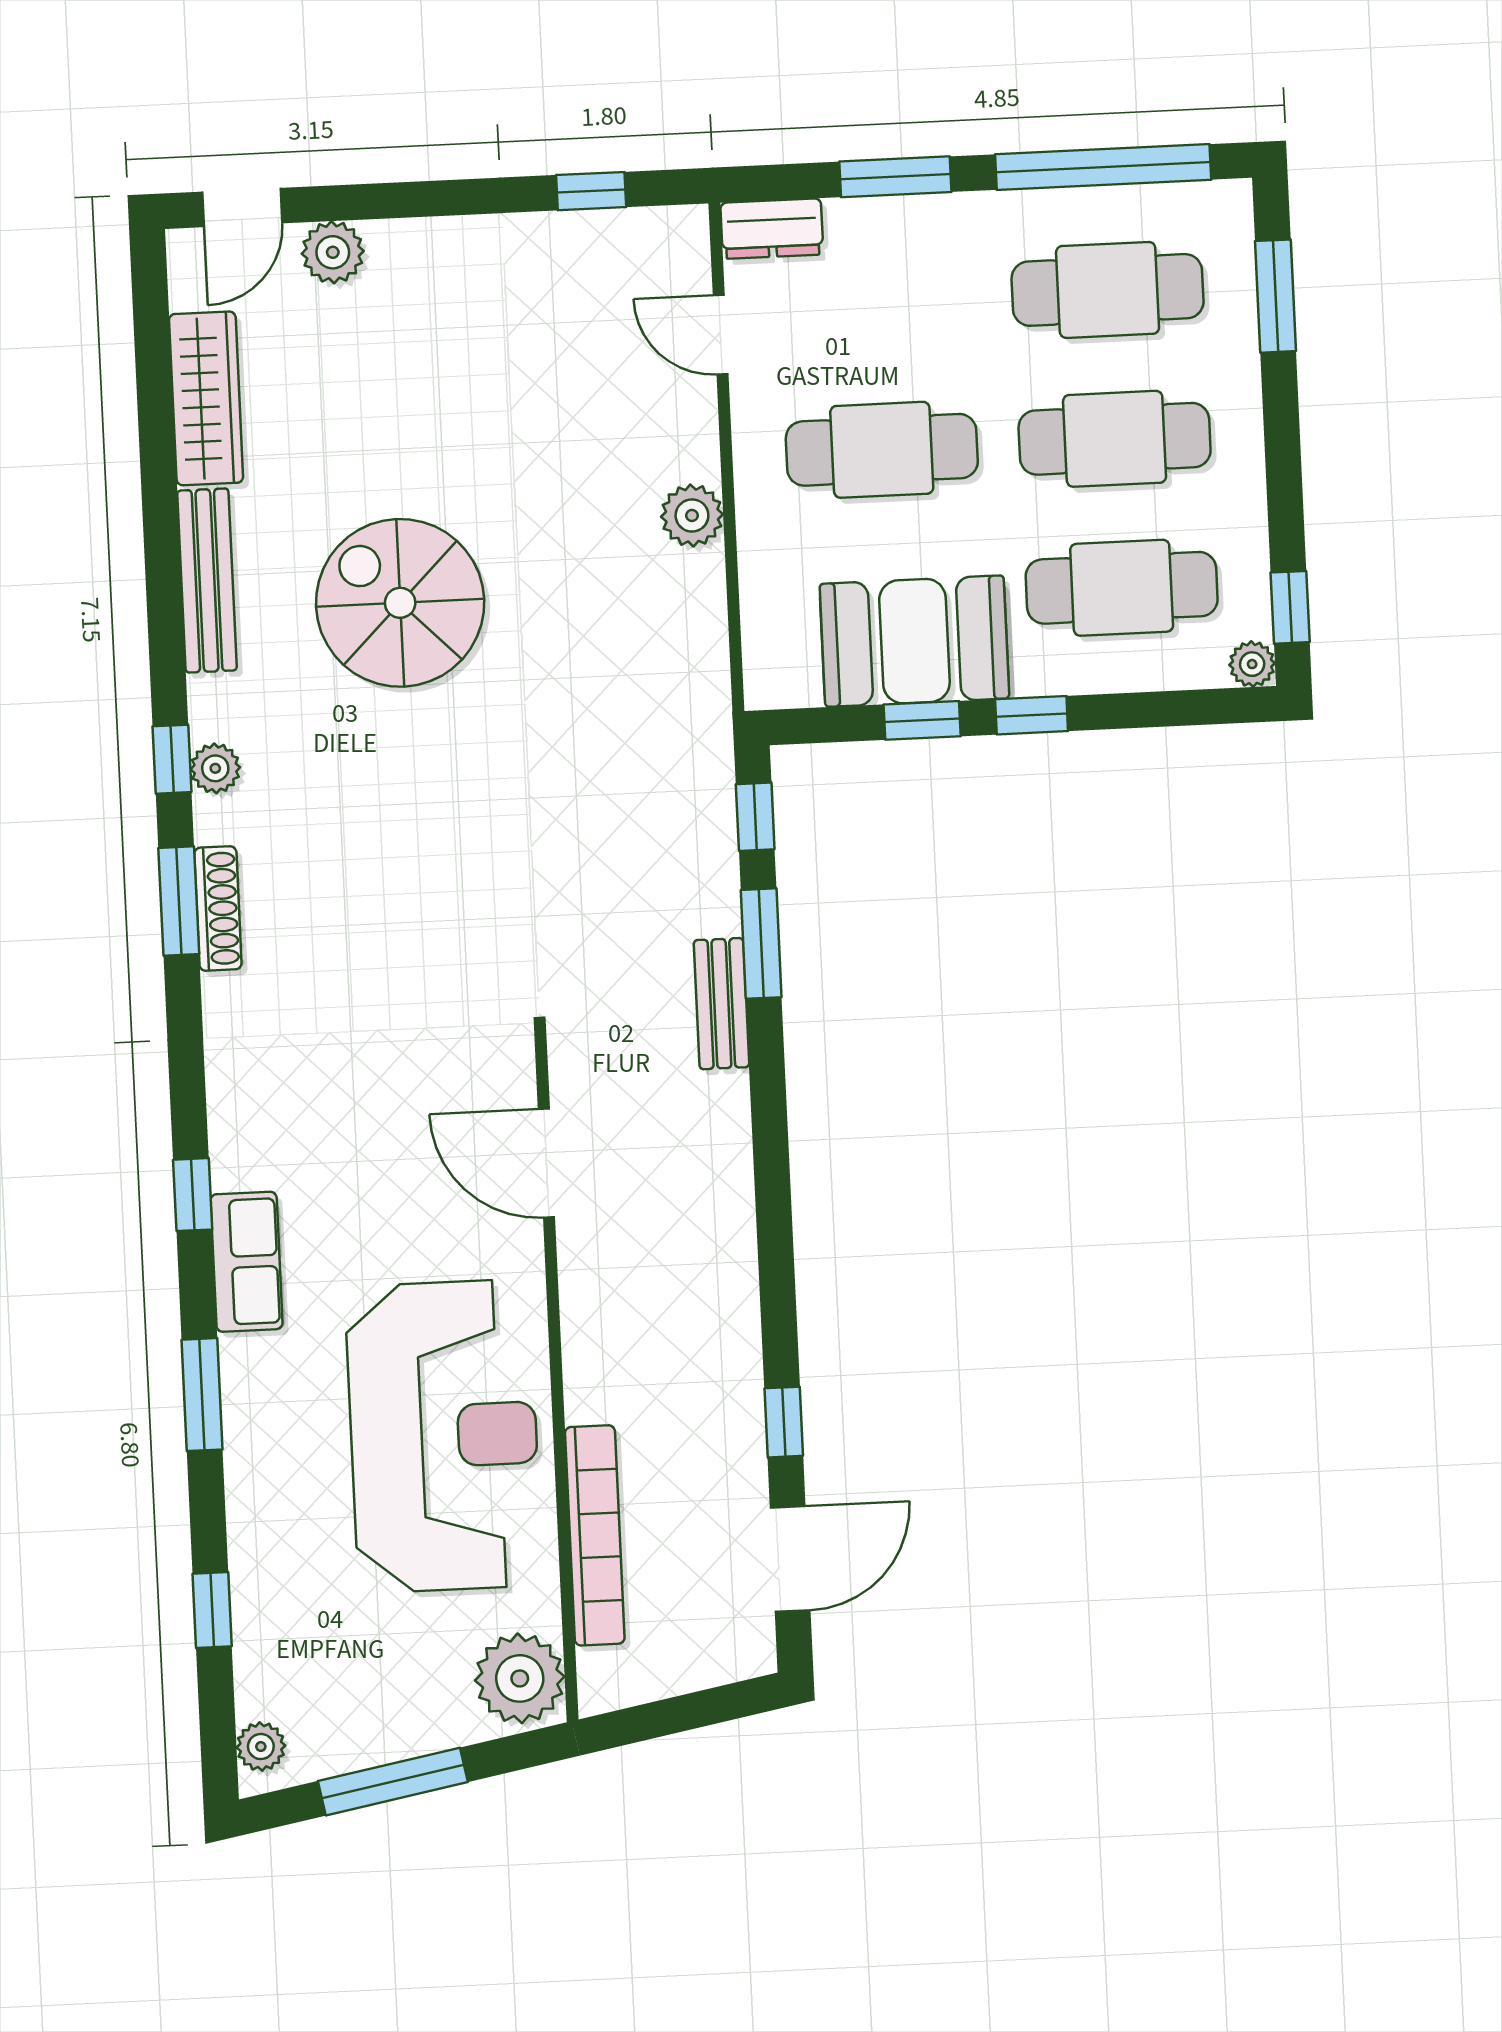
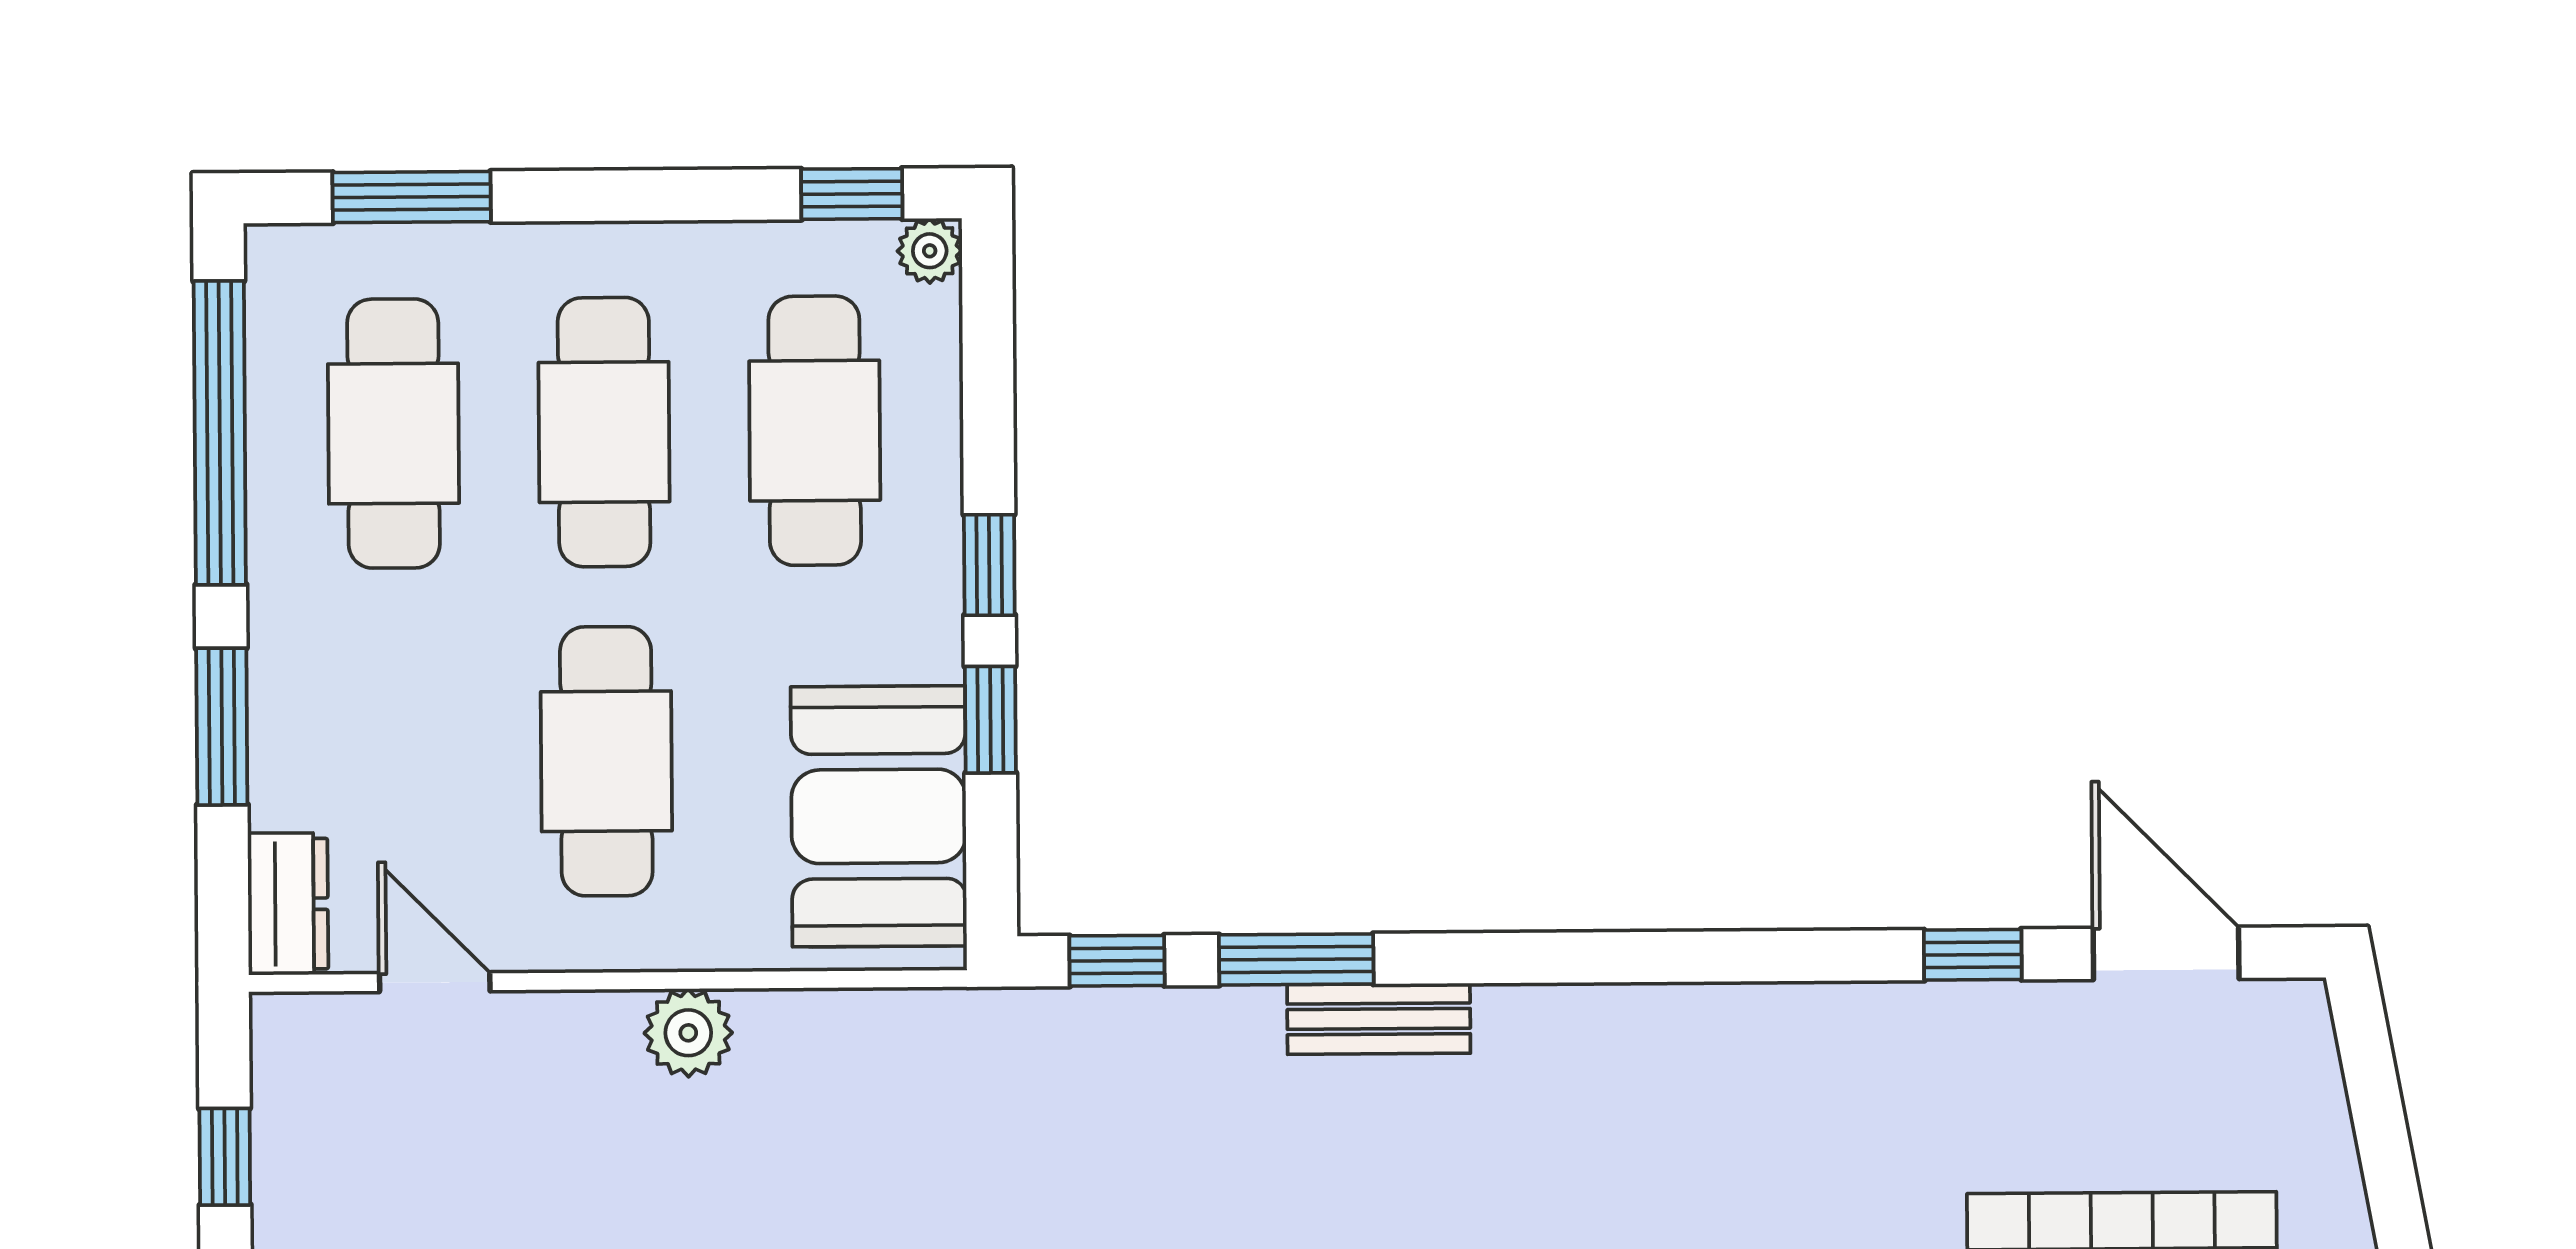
door: (721, 335) -> (435, 982), swing flipped
booth: (914, 641) -> (879, 816), moved

